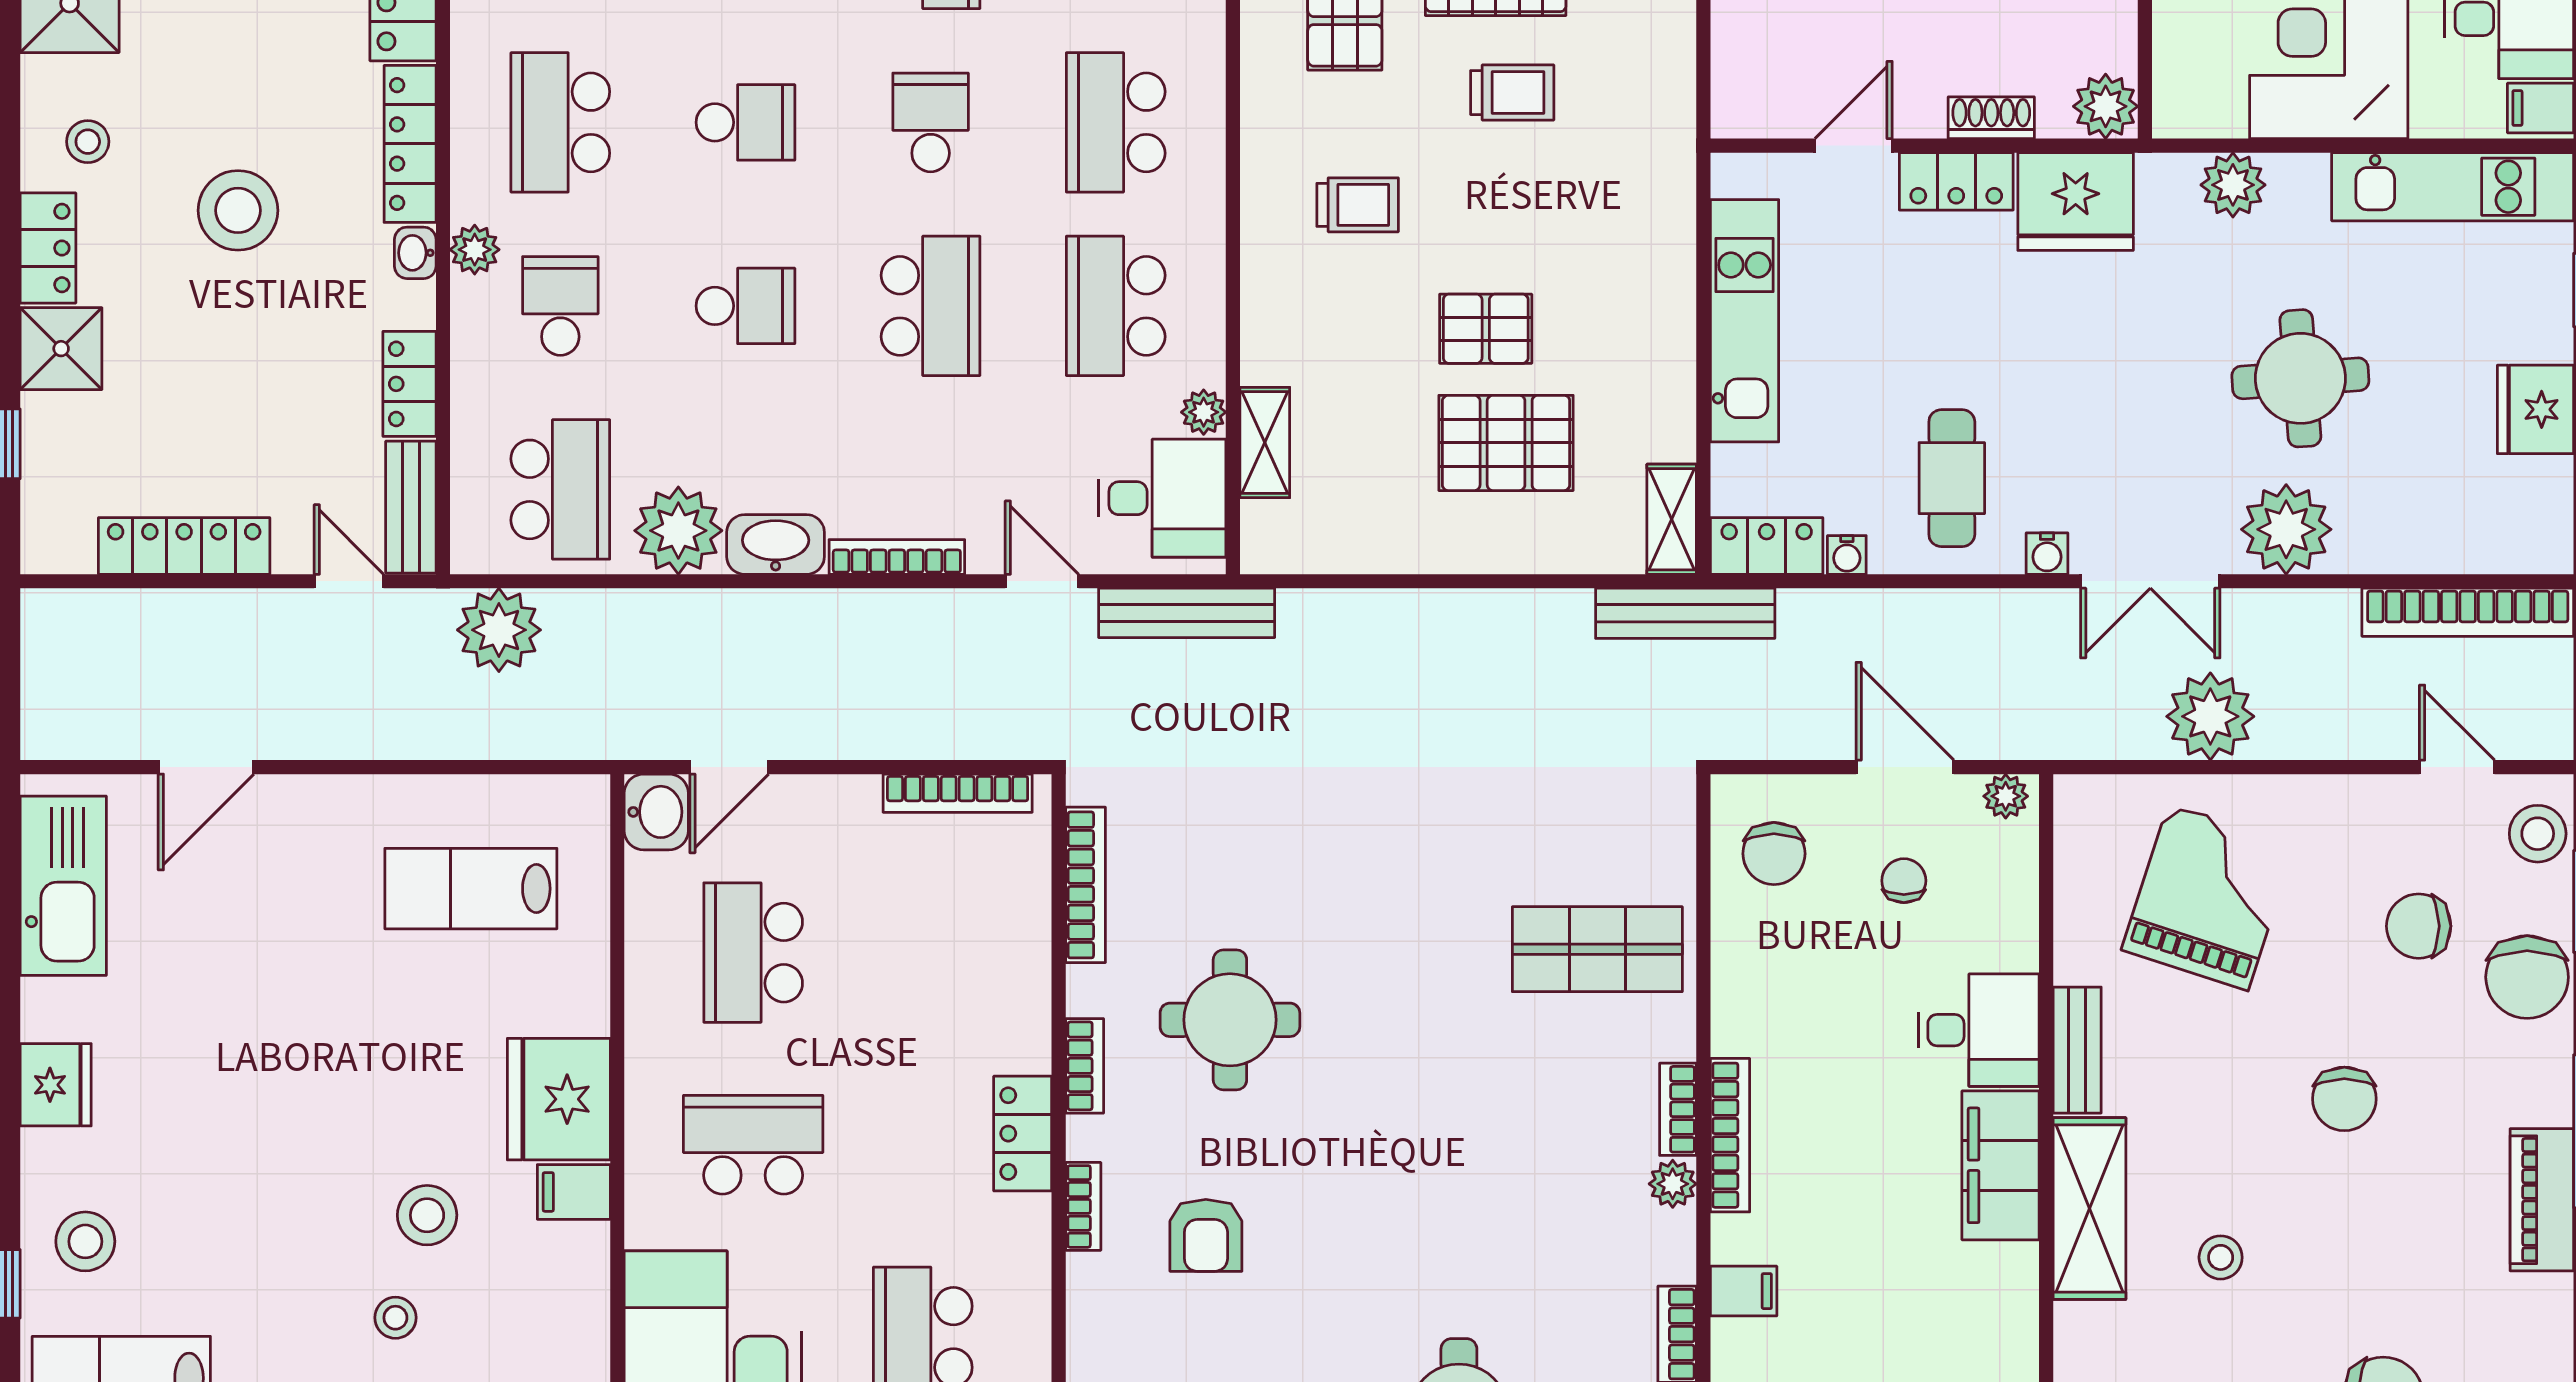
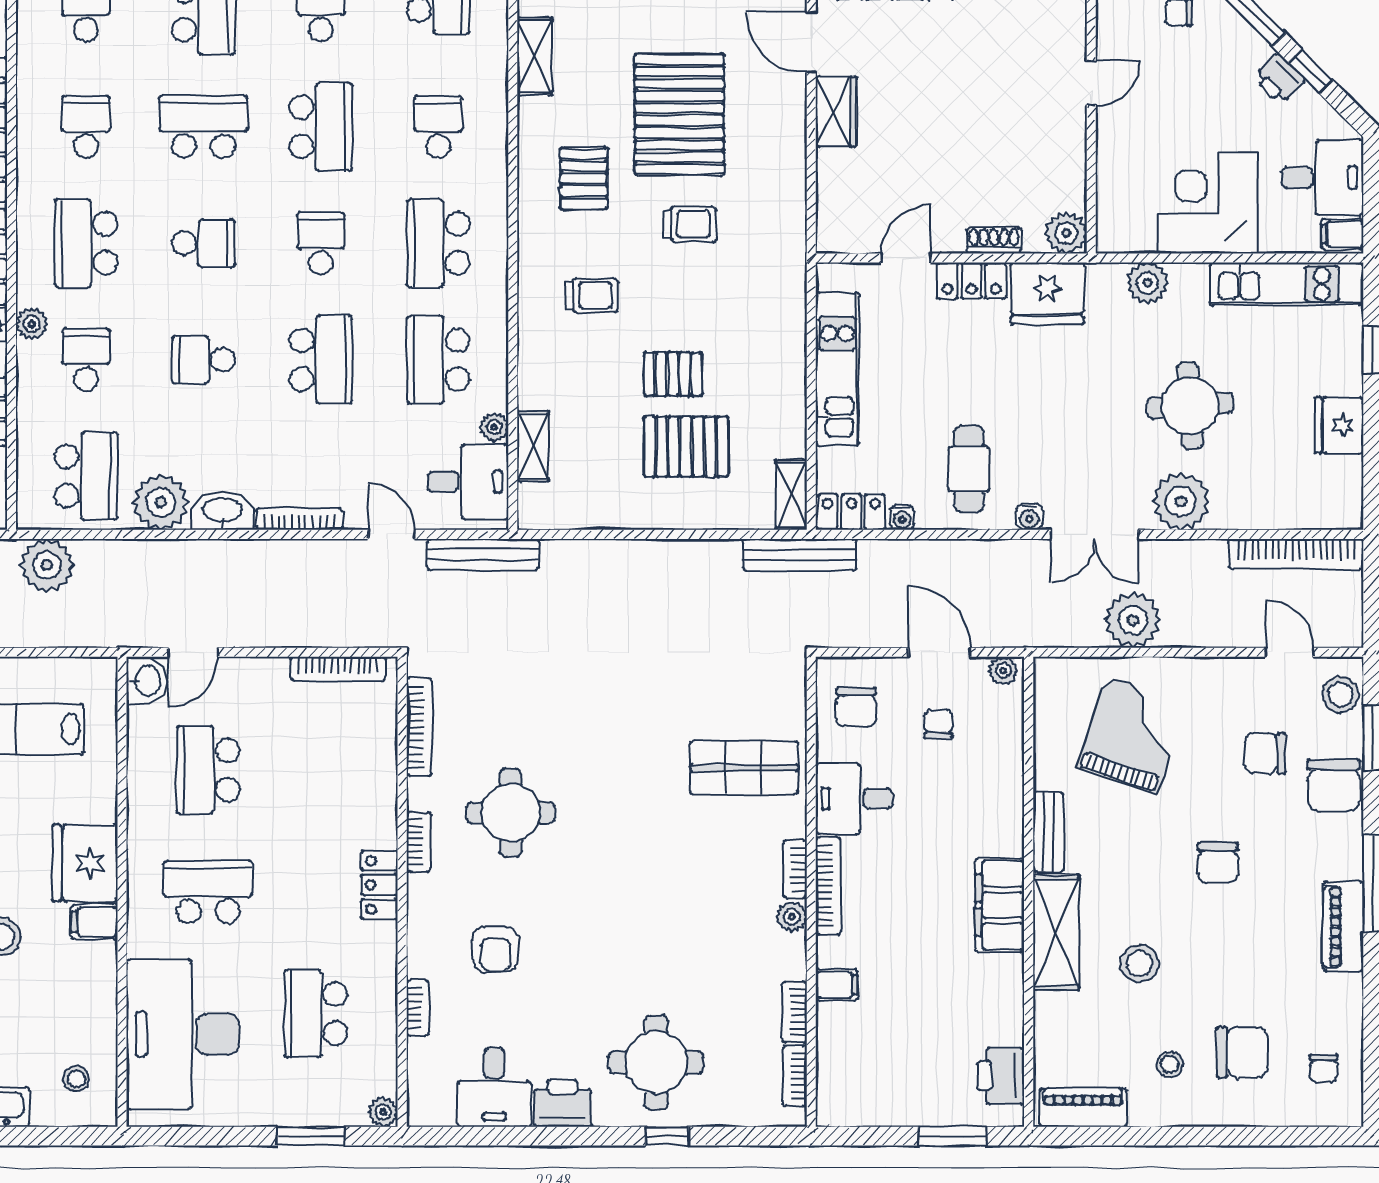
school desk: (745, 306) -> (203, 360), turned 180
desk: (1979, 1030) -> (854, 799), moved, turned 180
bookcase: (1083, 1206) -> (418, 1008), moved
stool: (2221, 1257) -> (1139, 963), width x1.37, depth x1.37

